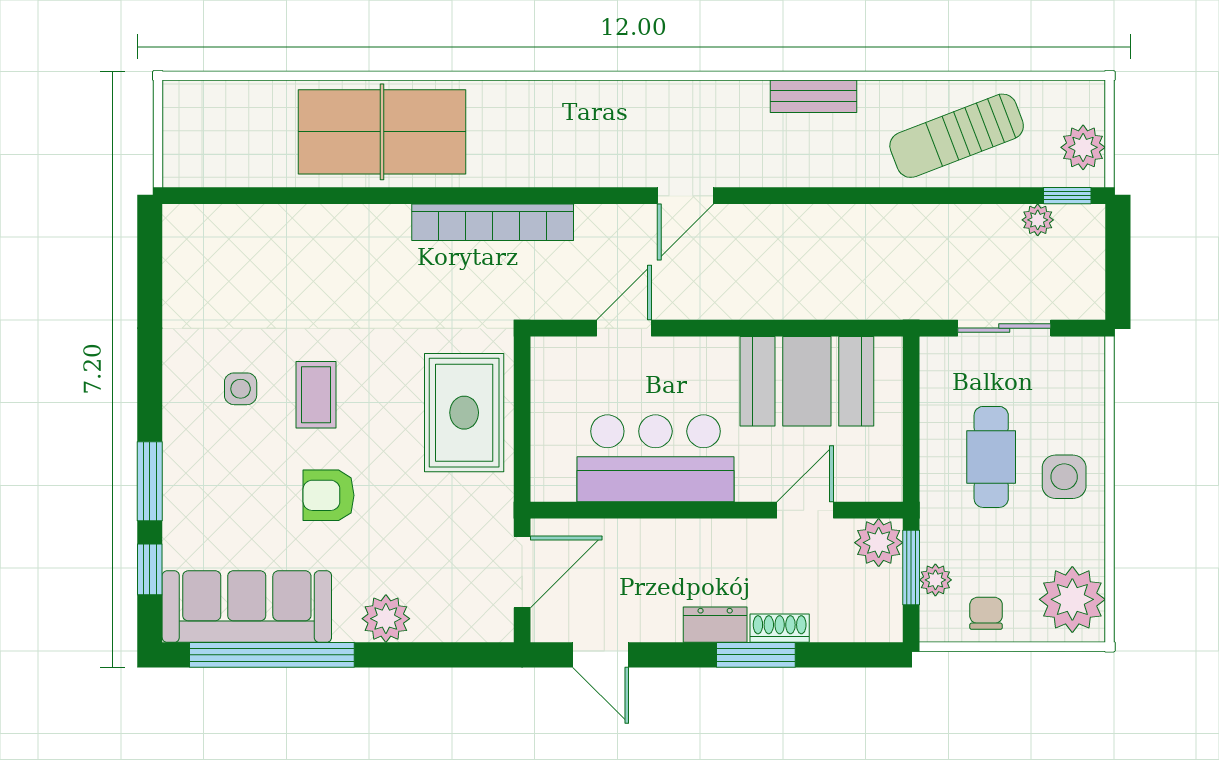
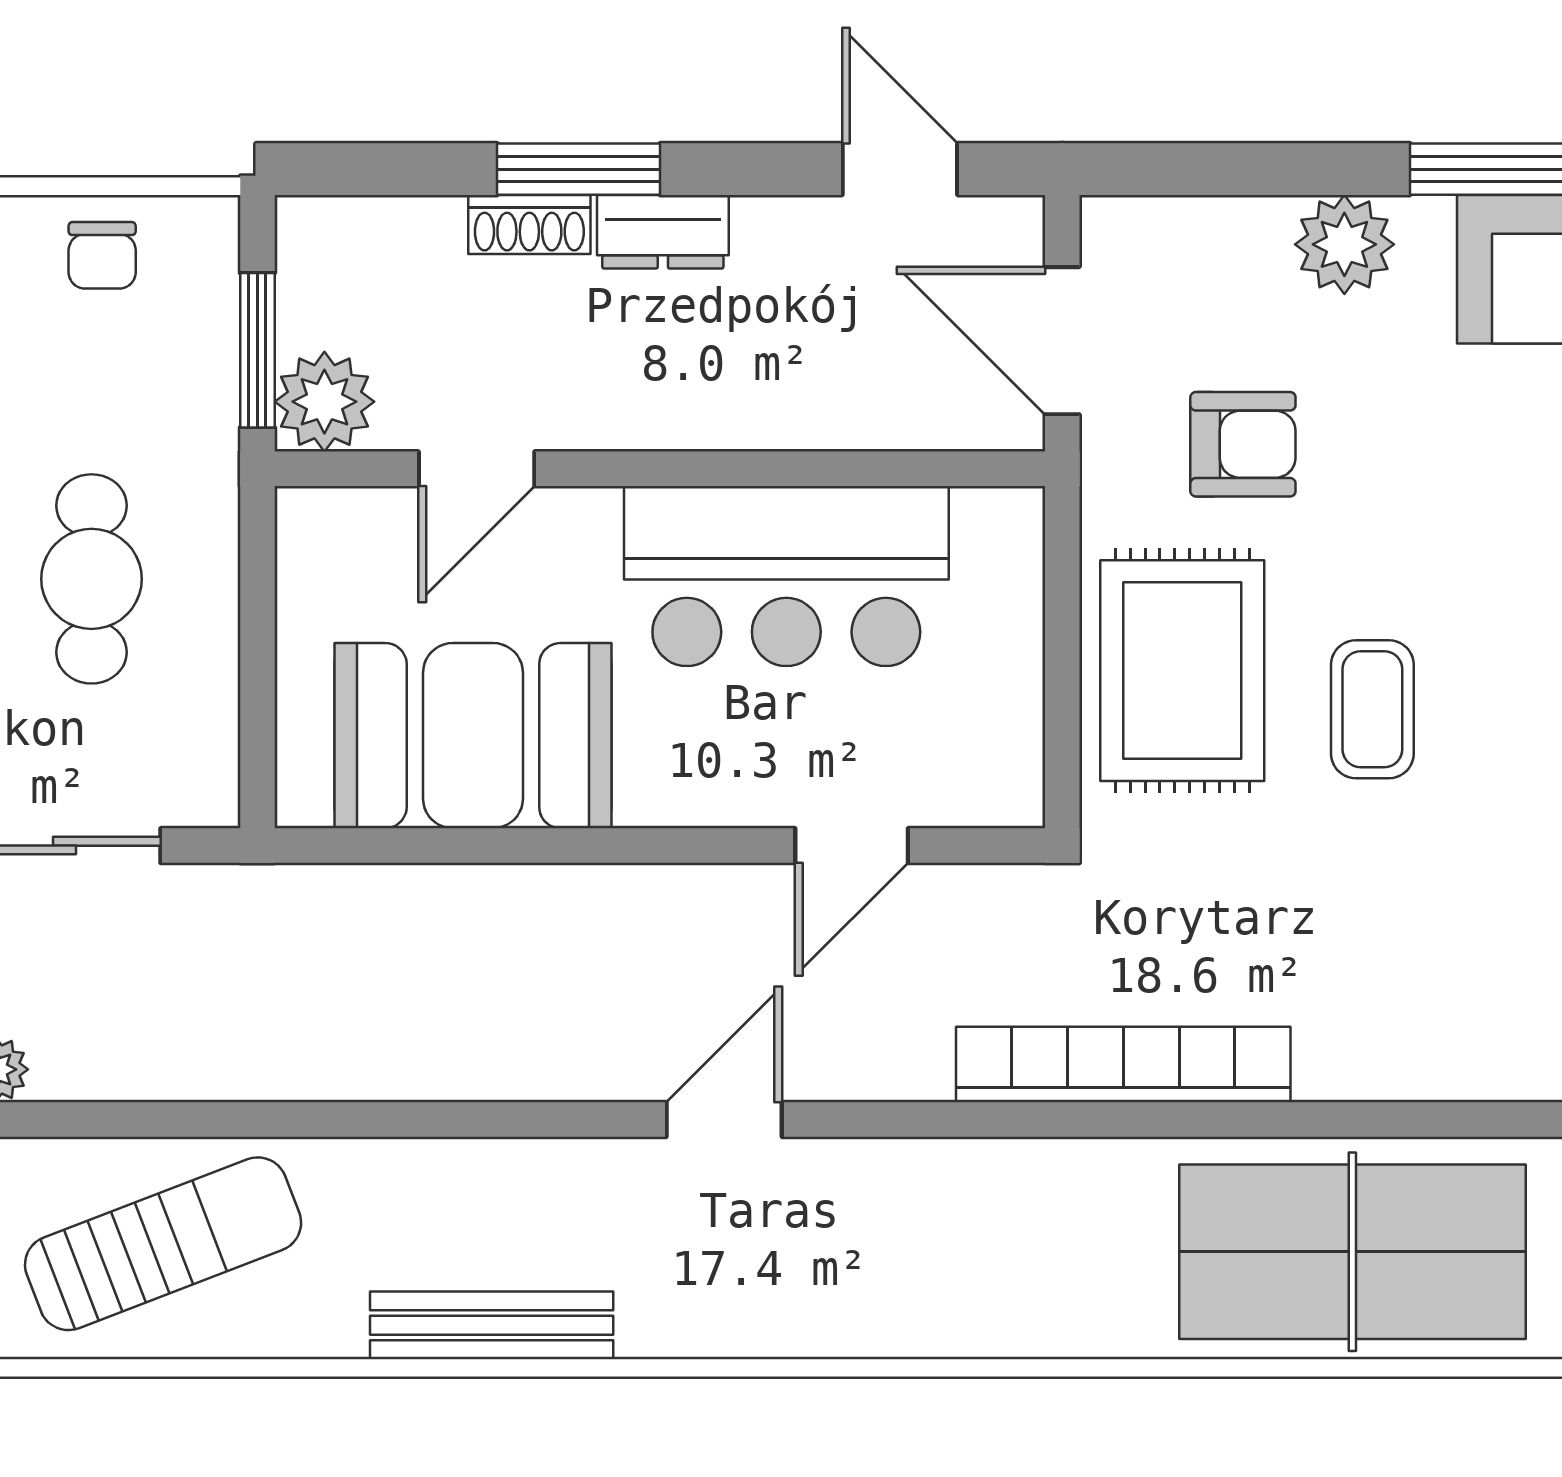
bench: (813, 96) -> (492, 1325), width x1.36
coffee table: (316, 395) -> (1372, 709), moved
armchair: (329, 495) -> (1243, 444), moved
door: (522, 572) -> (1062, 341), hinge flipped
plant: (935, 580) -> (207, 324), removed

